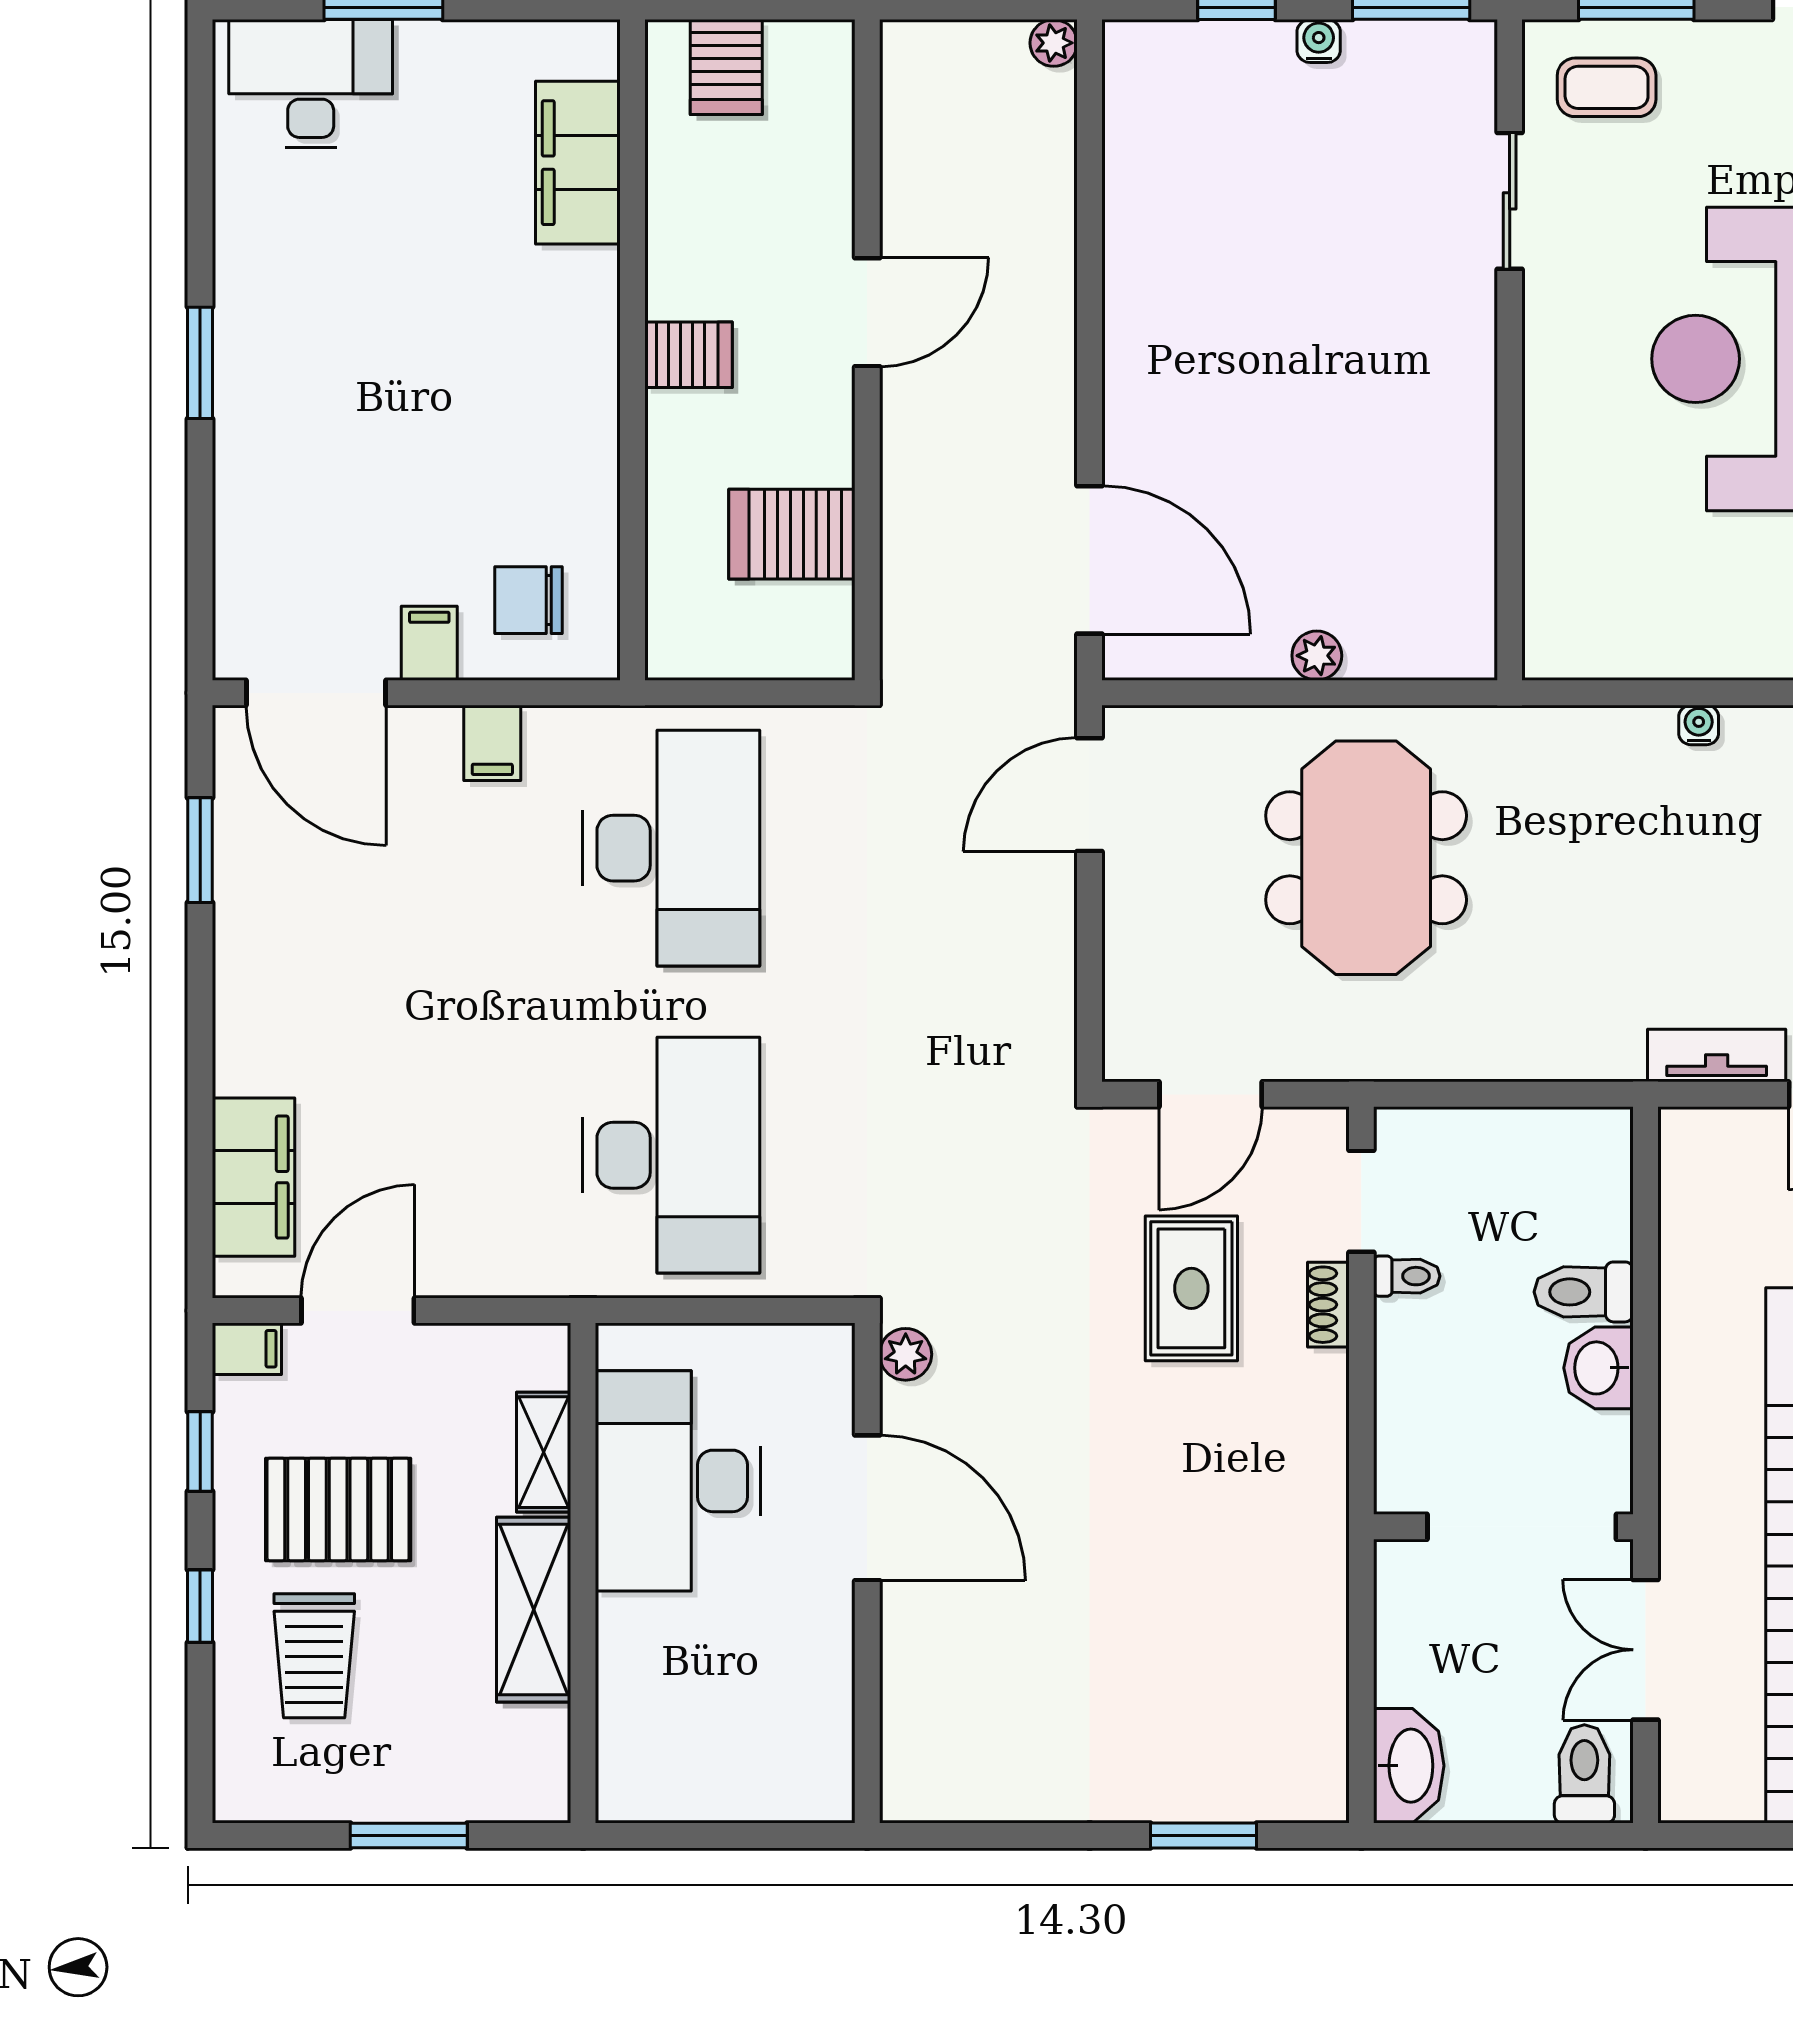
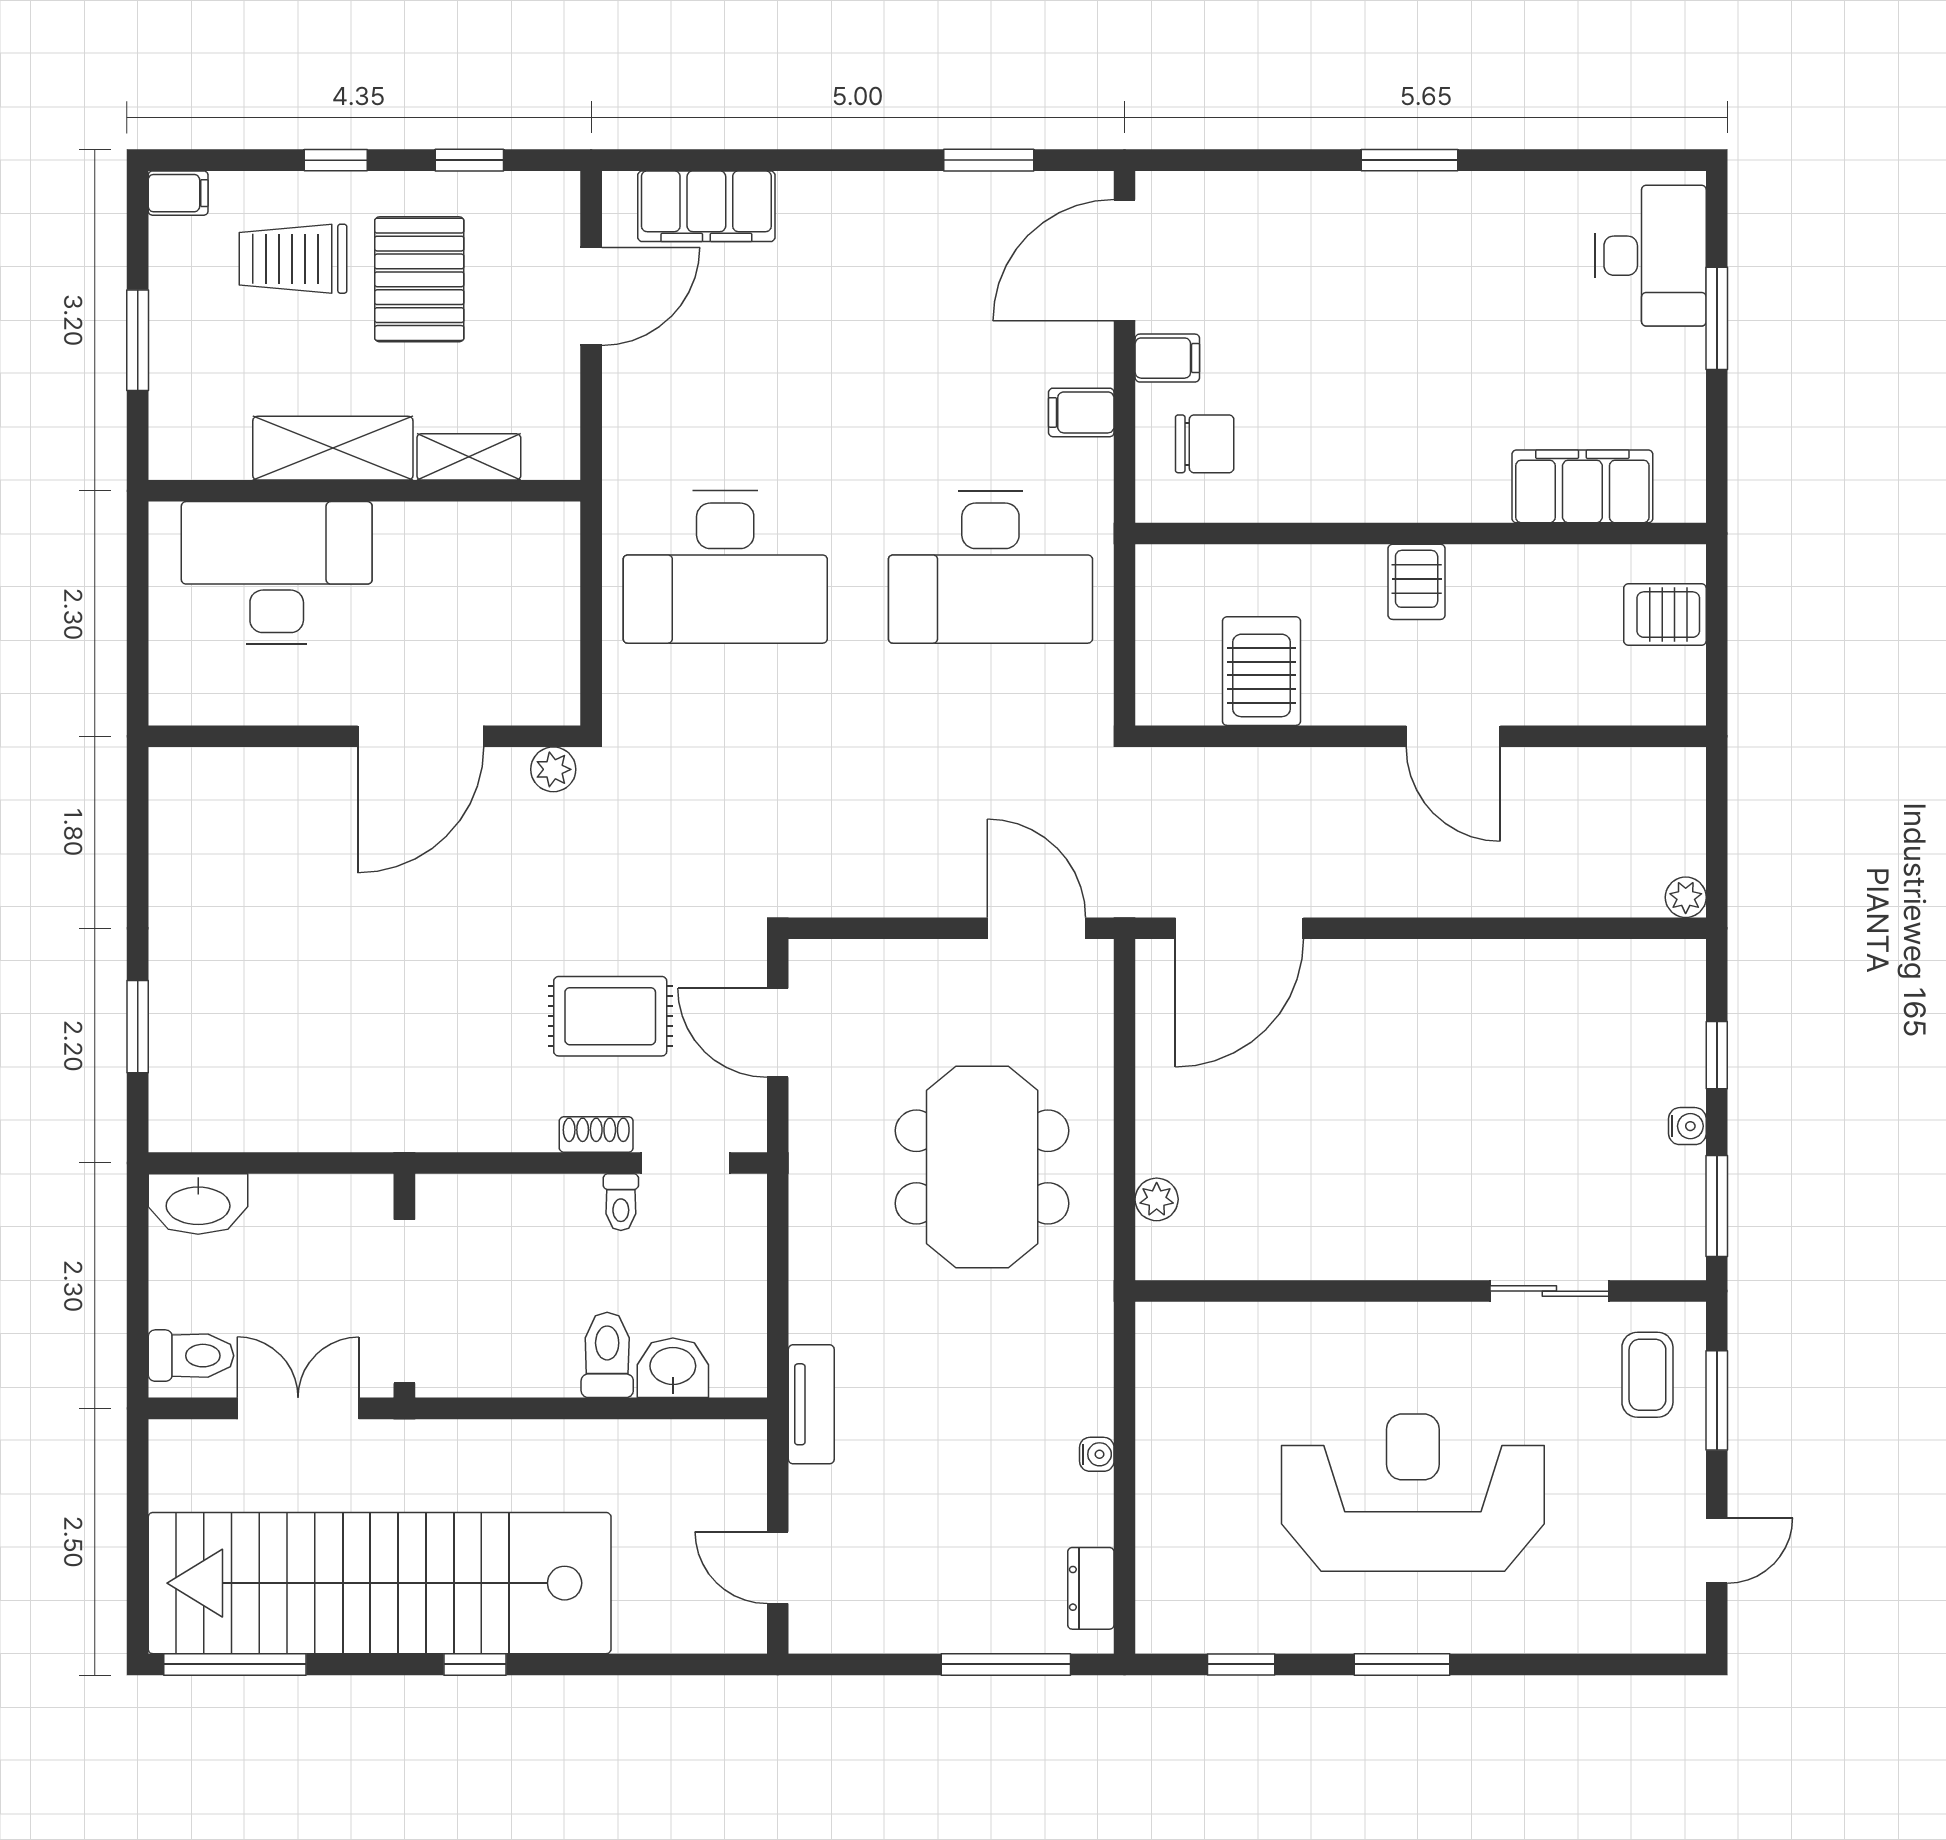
chair: (529, 600) -> (1205, 444), turned 90
plant: (1317, 656) -> (1157, 1199), moved
meeting table: (1366, 858) -> (982, 1167), turned 90
tv unit: (1717, 1056) -> (811, 1404), moved
door: (358, 1311) -> (591, 296), hinge flipped
filing cabinet: (247, 1349) -> (178, 193), moved, turned -90
washbasin: (1598, 1368) -> (673, 1368), moved
desk: (678, 1481) -> (277, 573), moved

